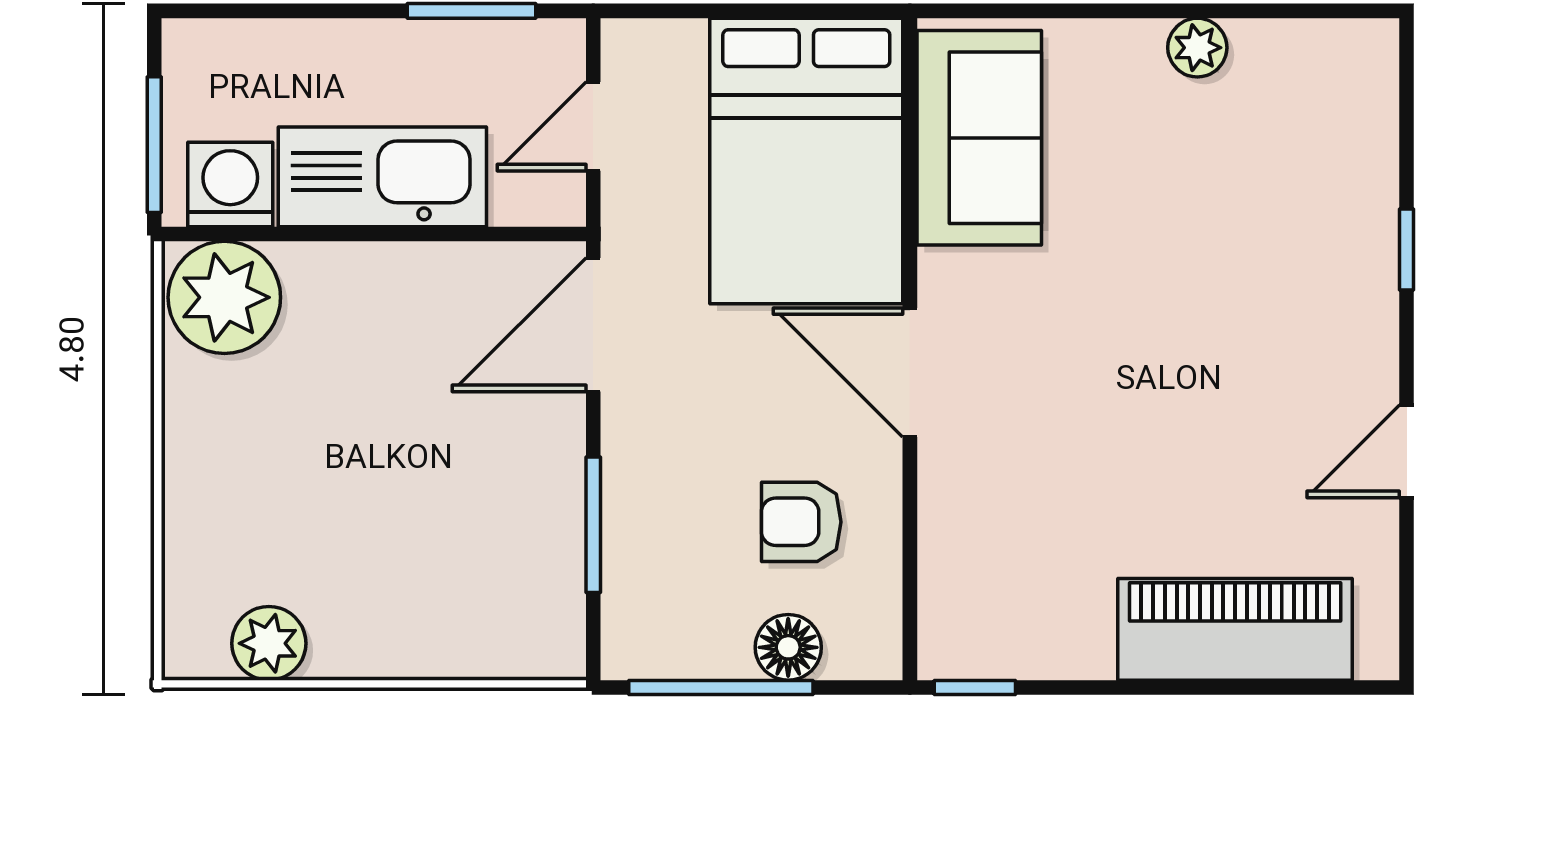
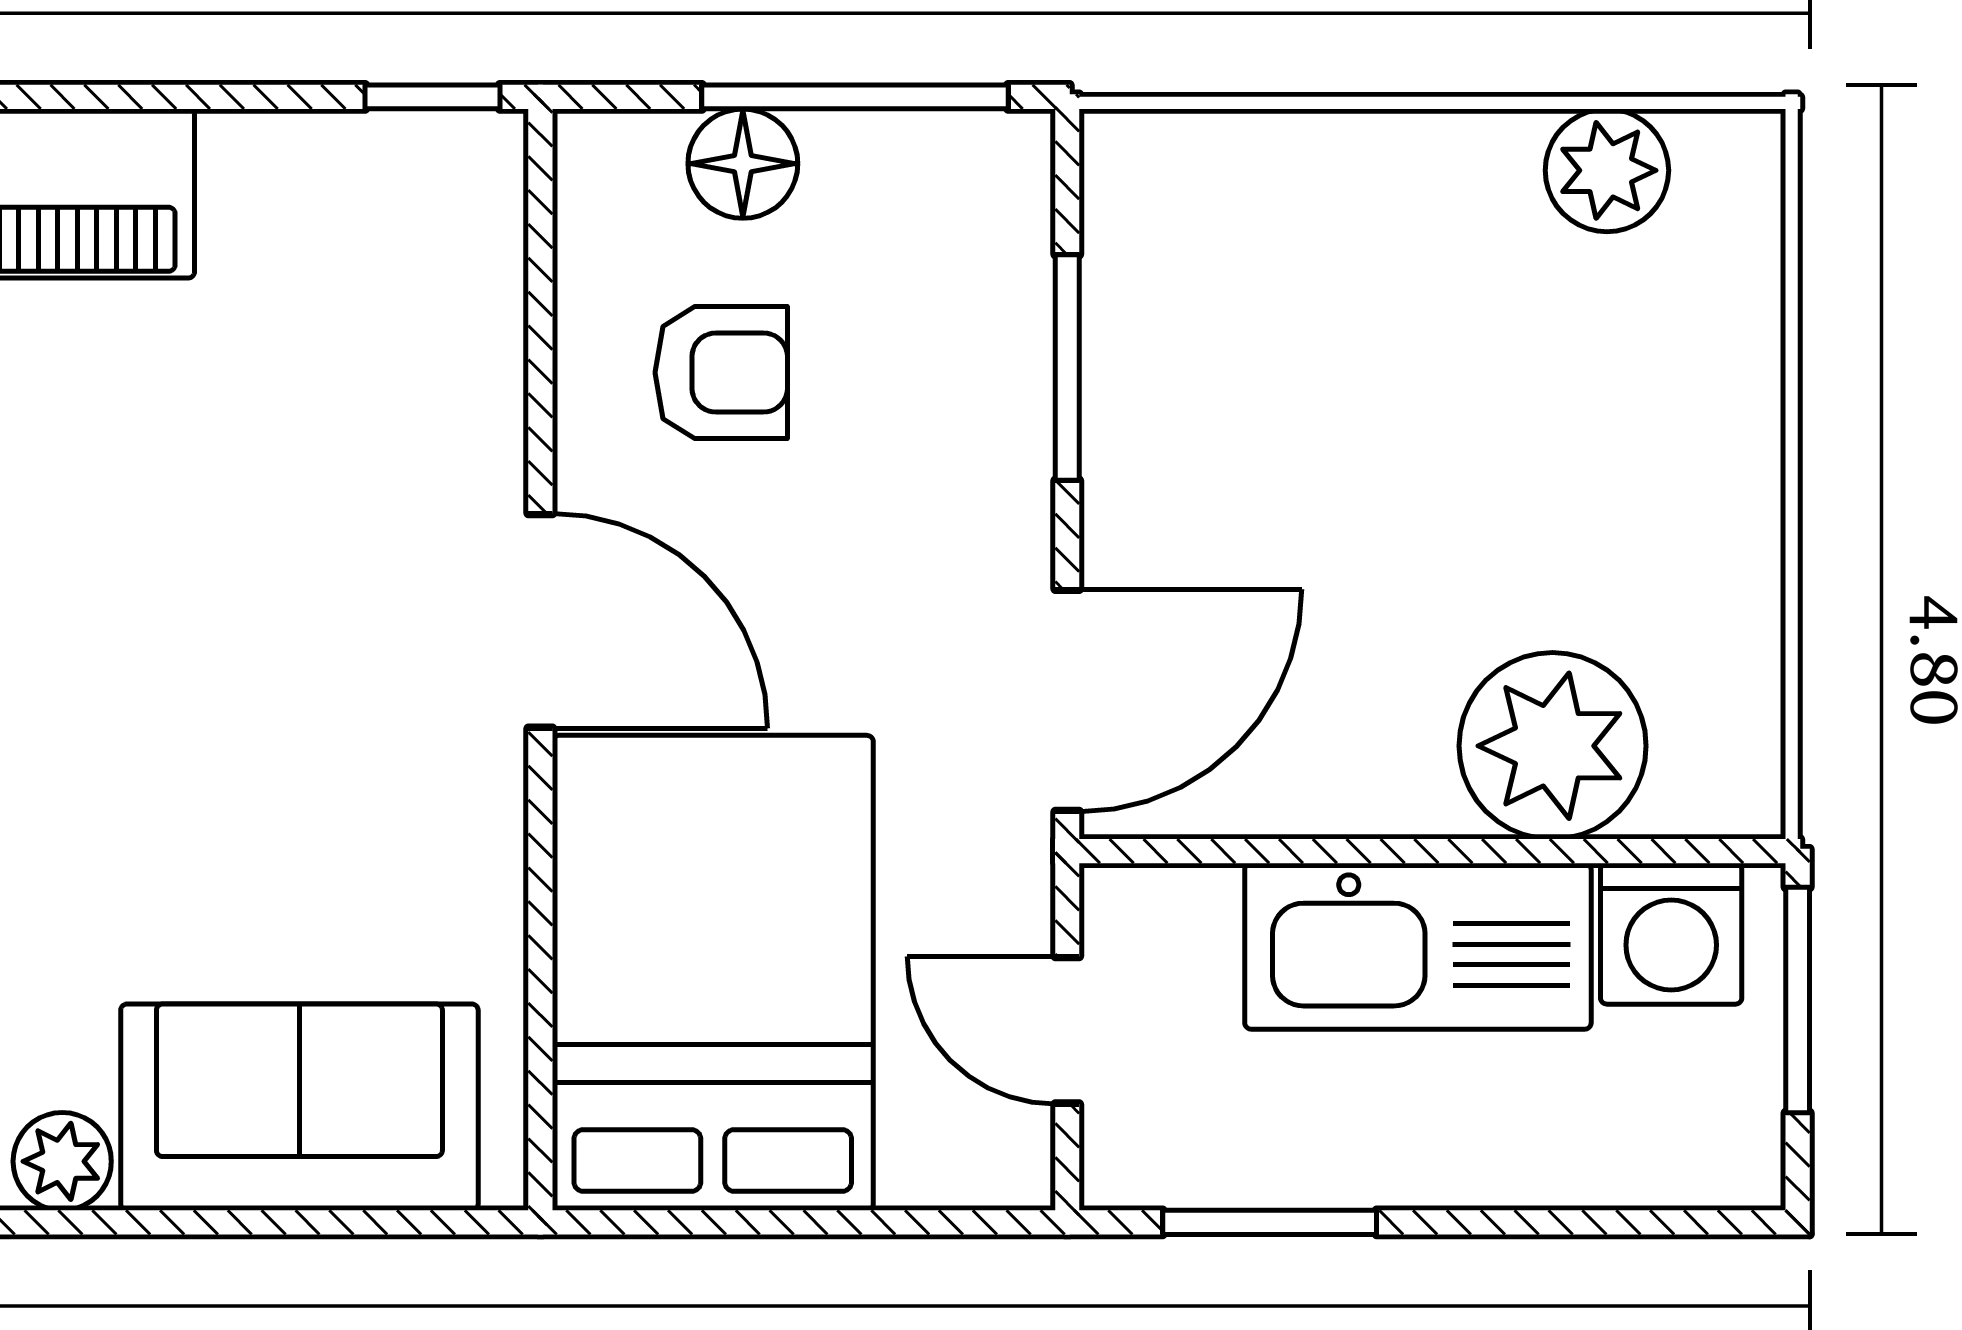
door: (593, 126) -> (1067, 1030), swing flipped
sofa: (979, 138) -> (299, 1107), moved, turned 90
plant: (224, 297) -> (1553, 746), moved

